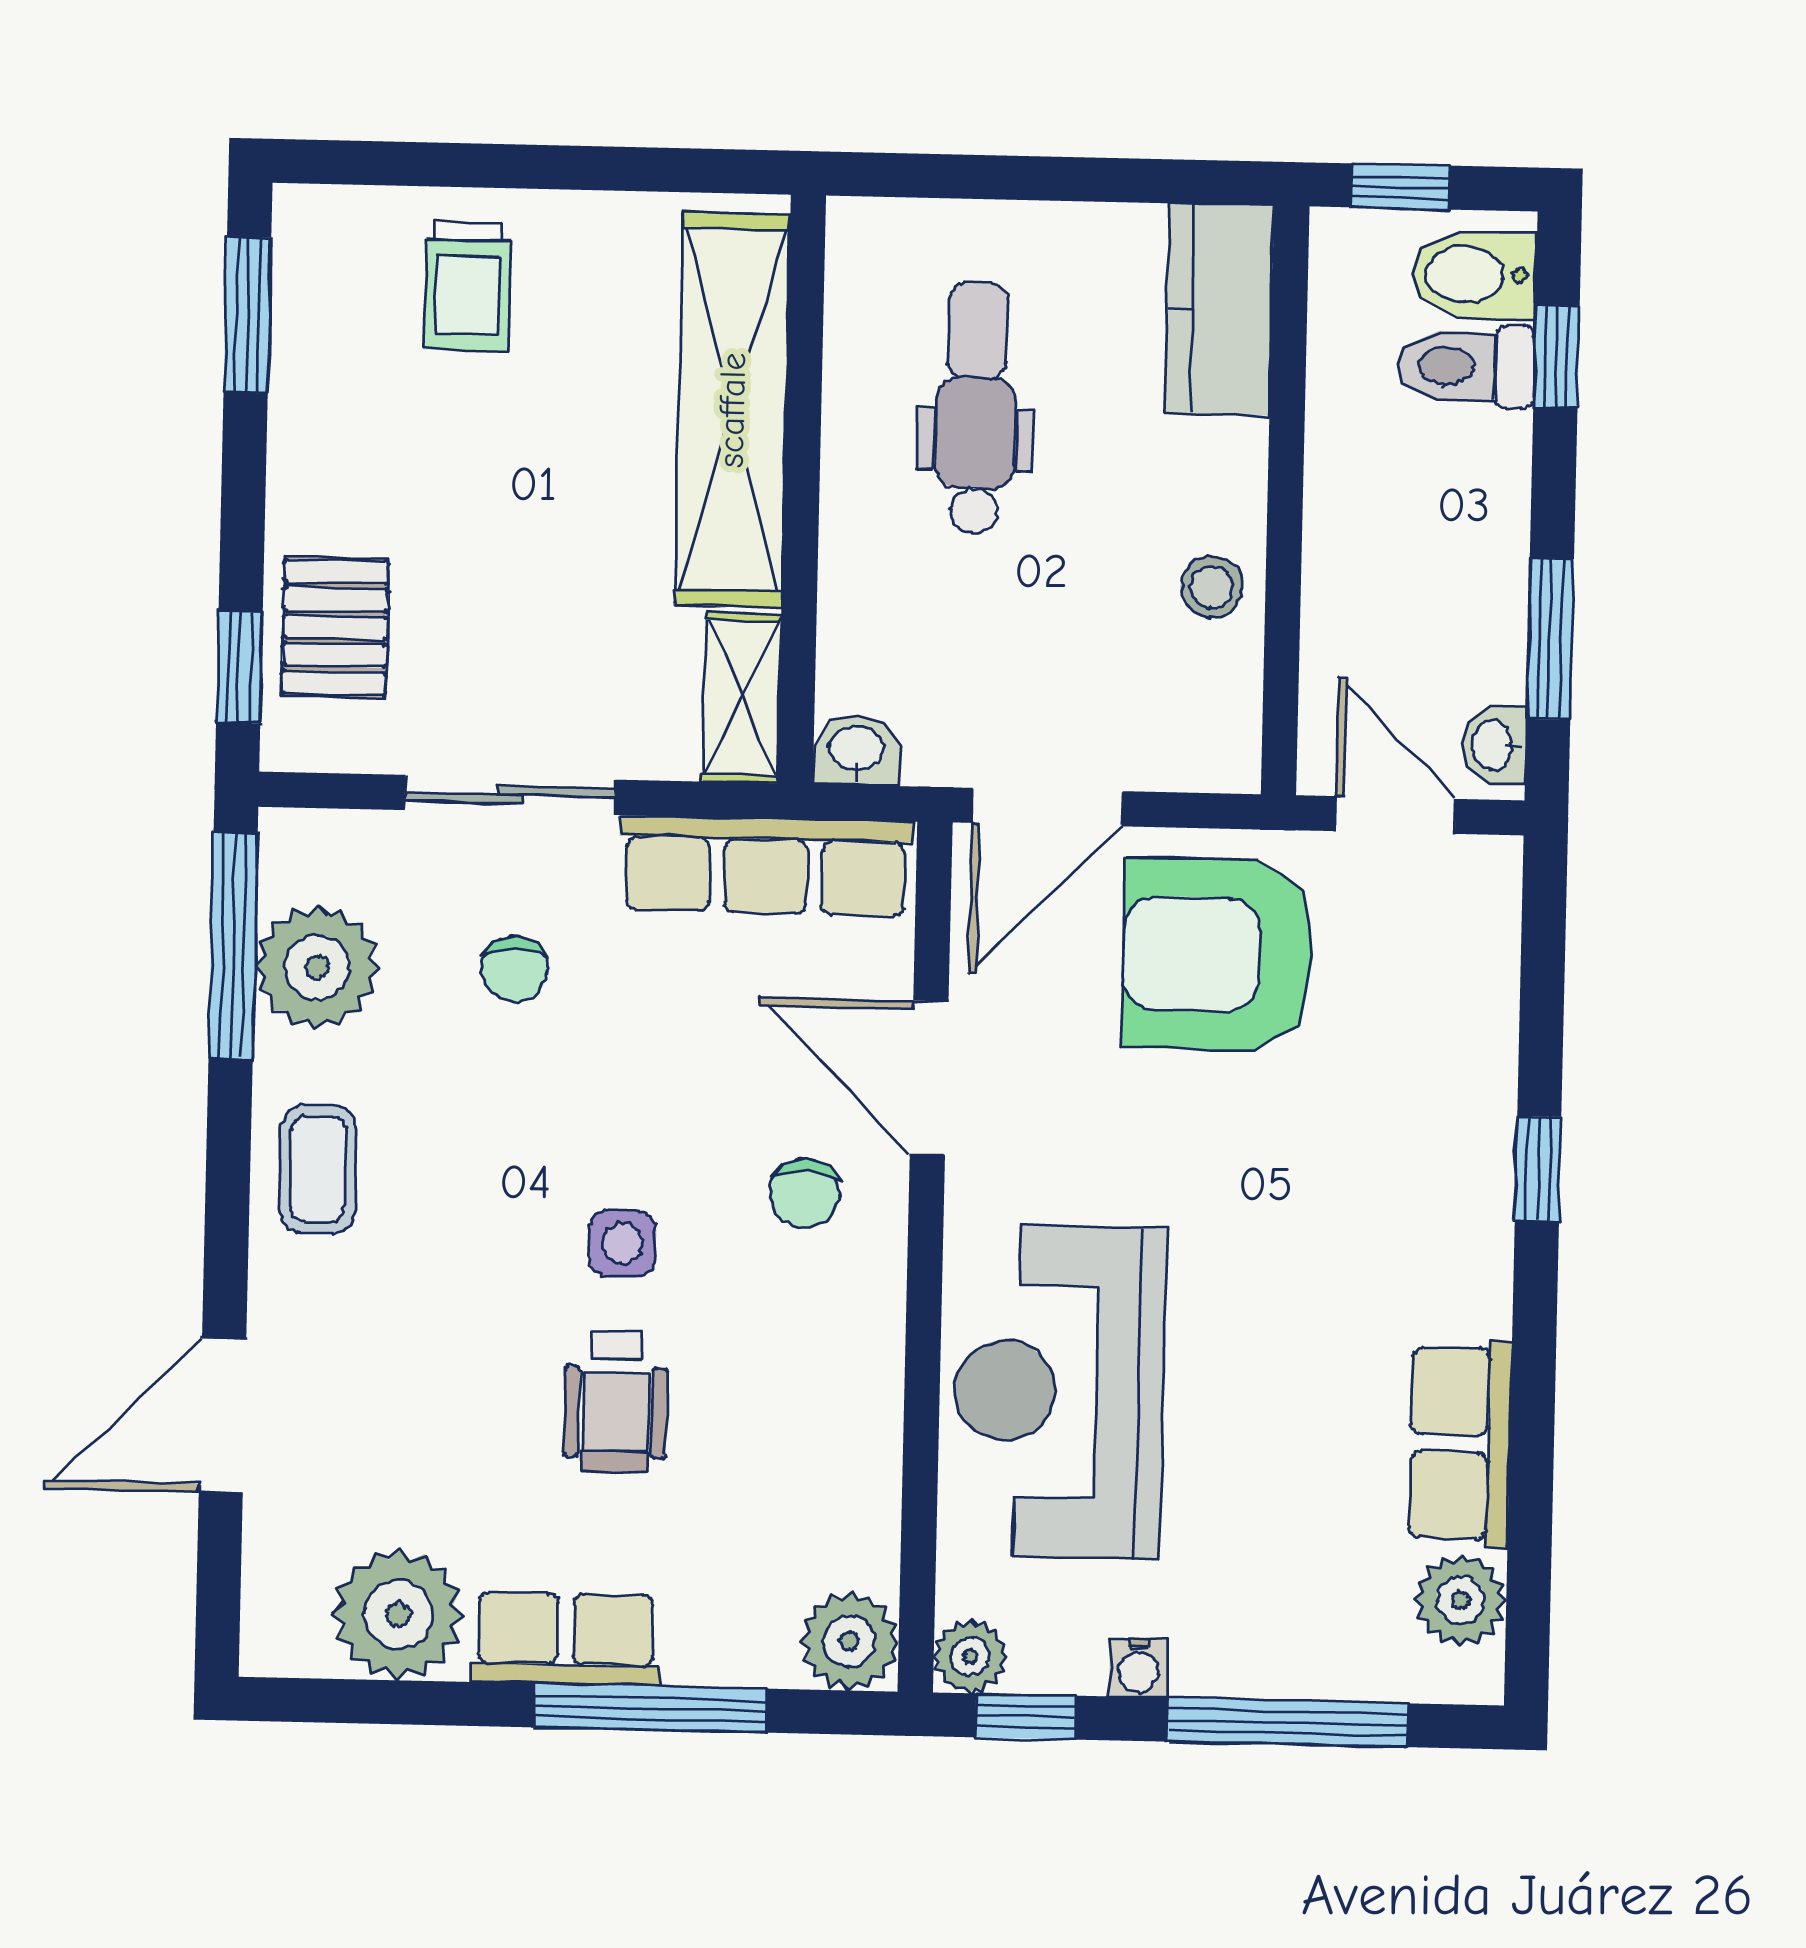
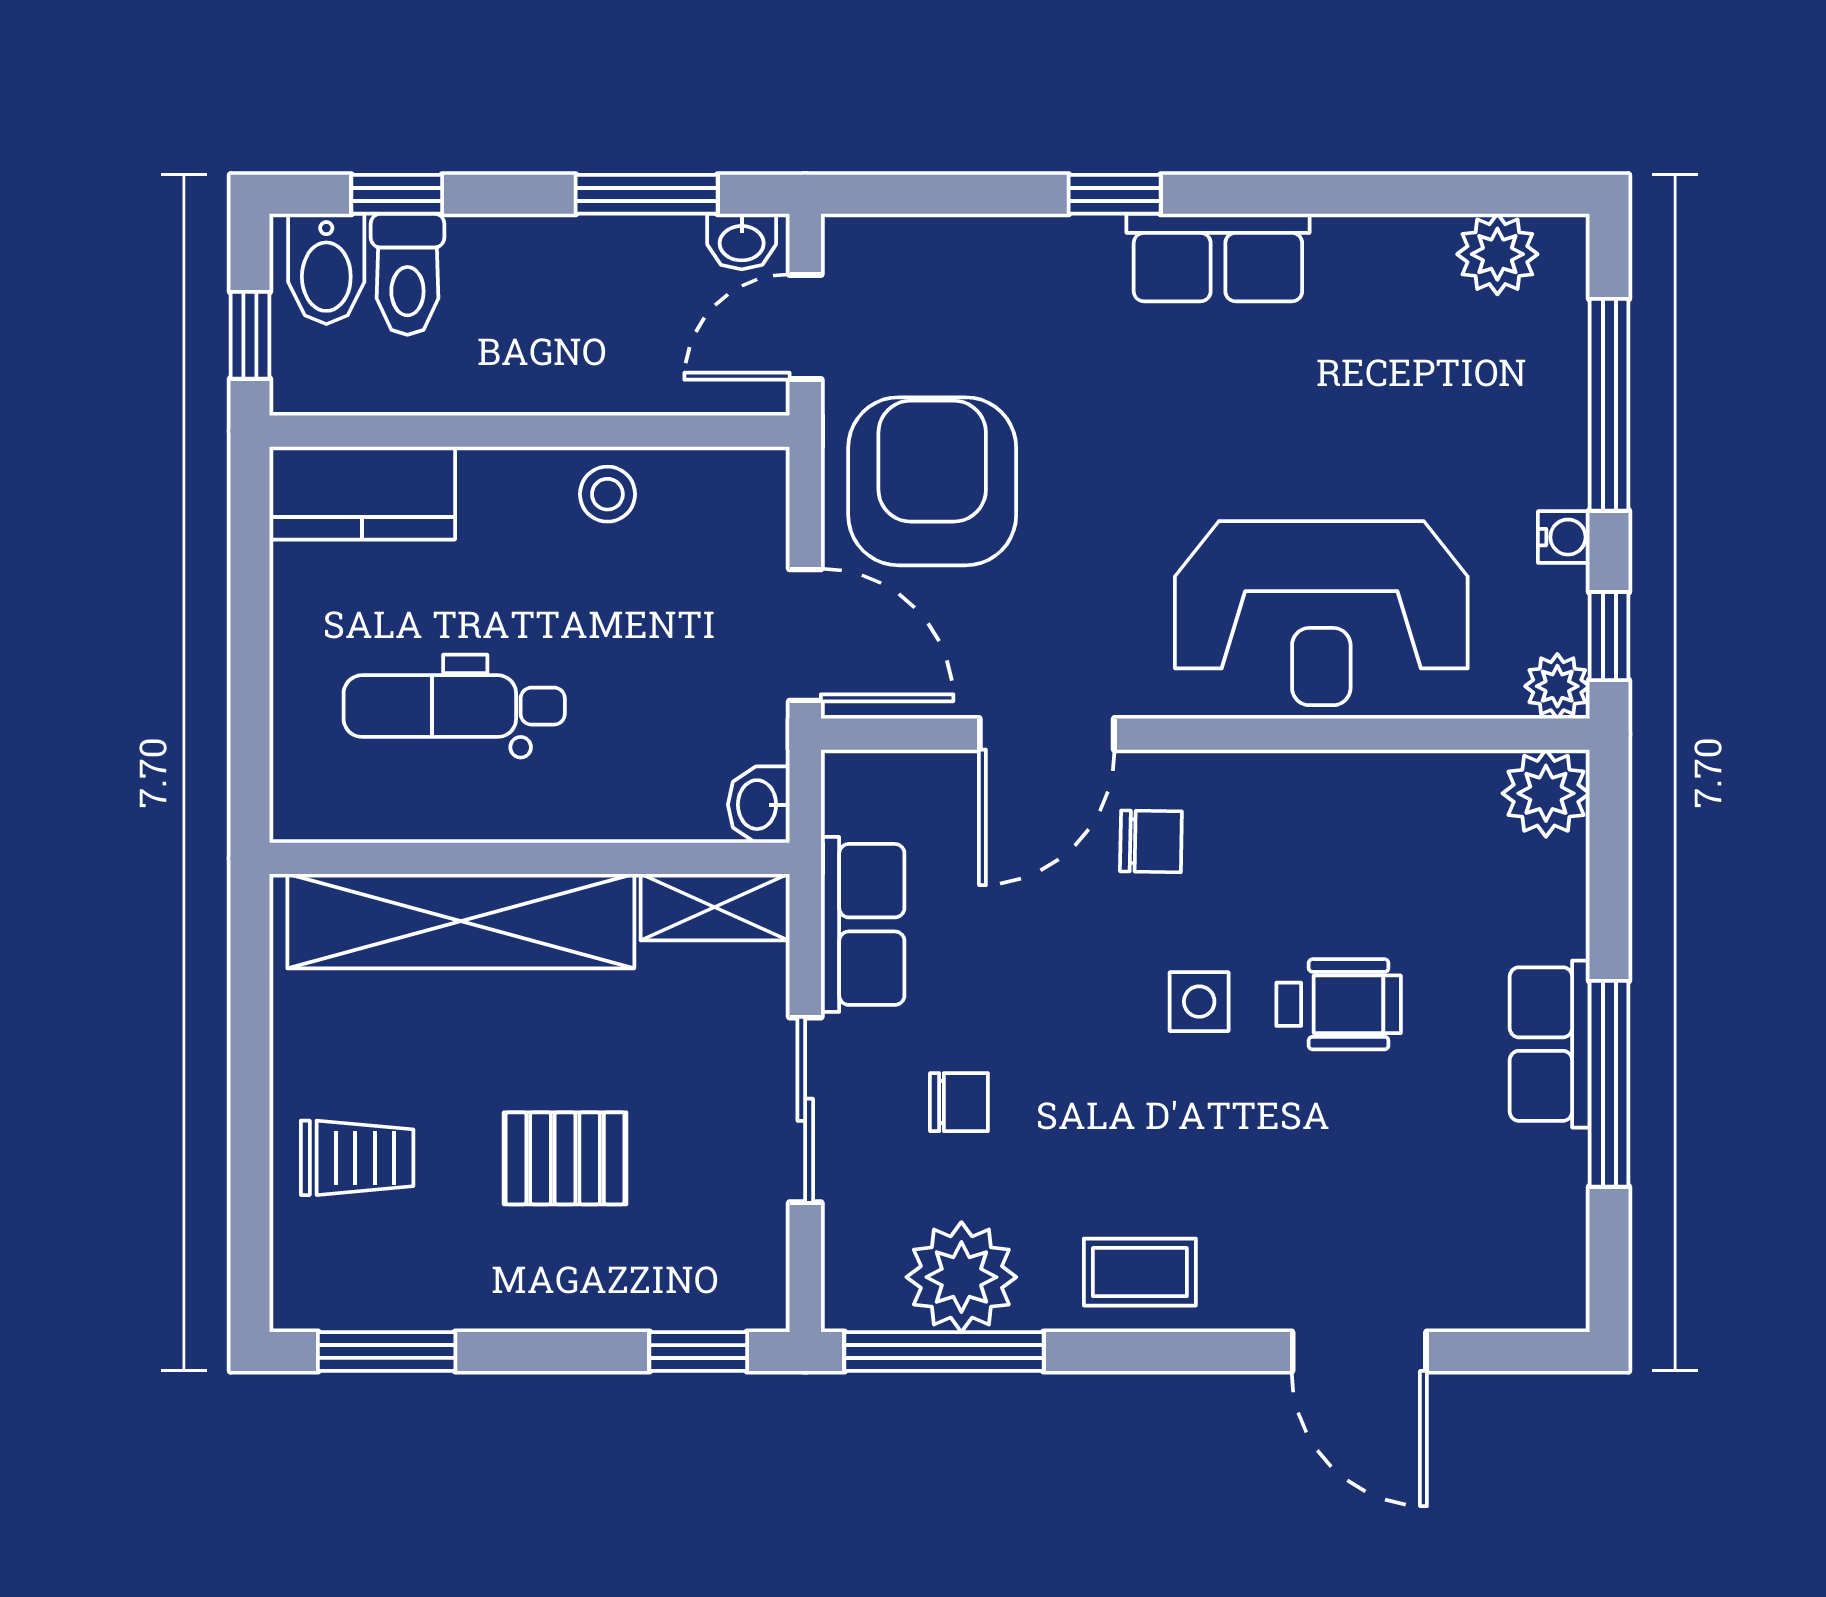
pallet: (335, 627) -> (565, 1158), moved
row of seats: (766, 866) -> (863, 924), width x0.68
armchair: (1218, 955) -> (932, 481), turned 180
row of seats: (1460, 1444) -> (1218, 258), moved
plant: (398, 1614) -> (1531, 1192), removed
window: (650, 1708) -> (1609, 1084), moved

